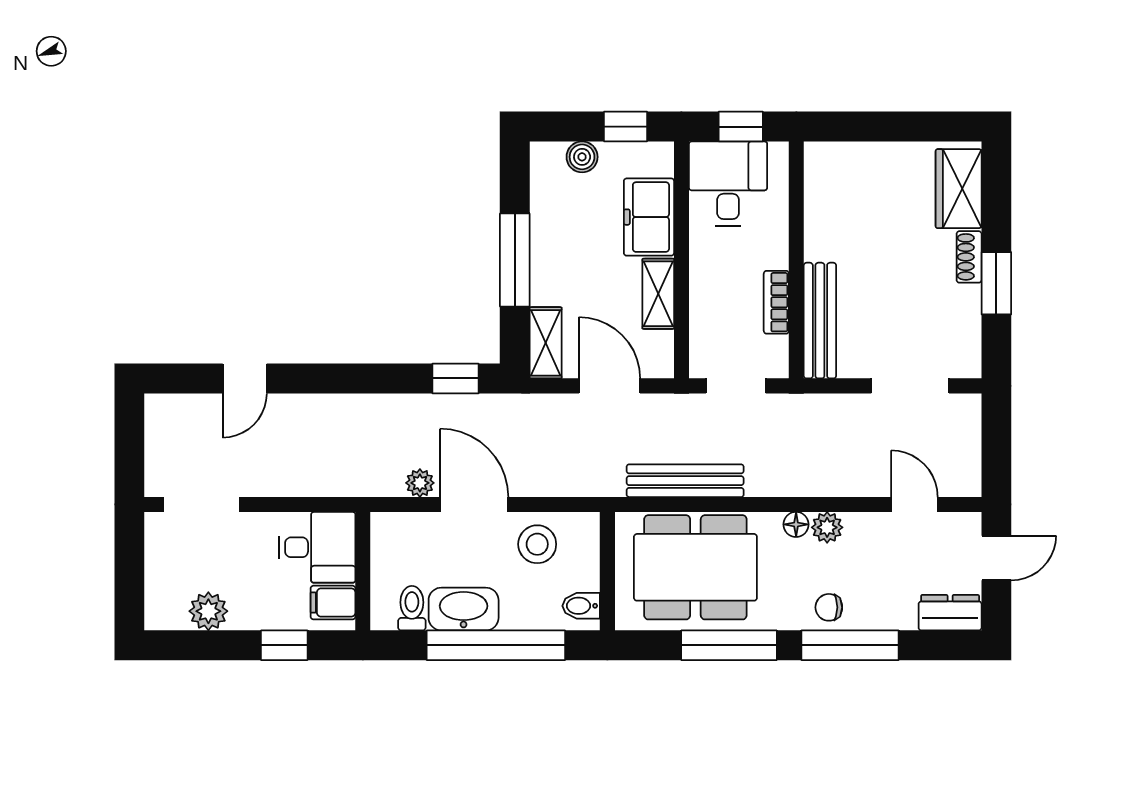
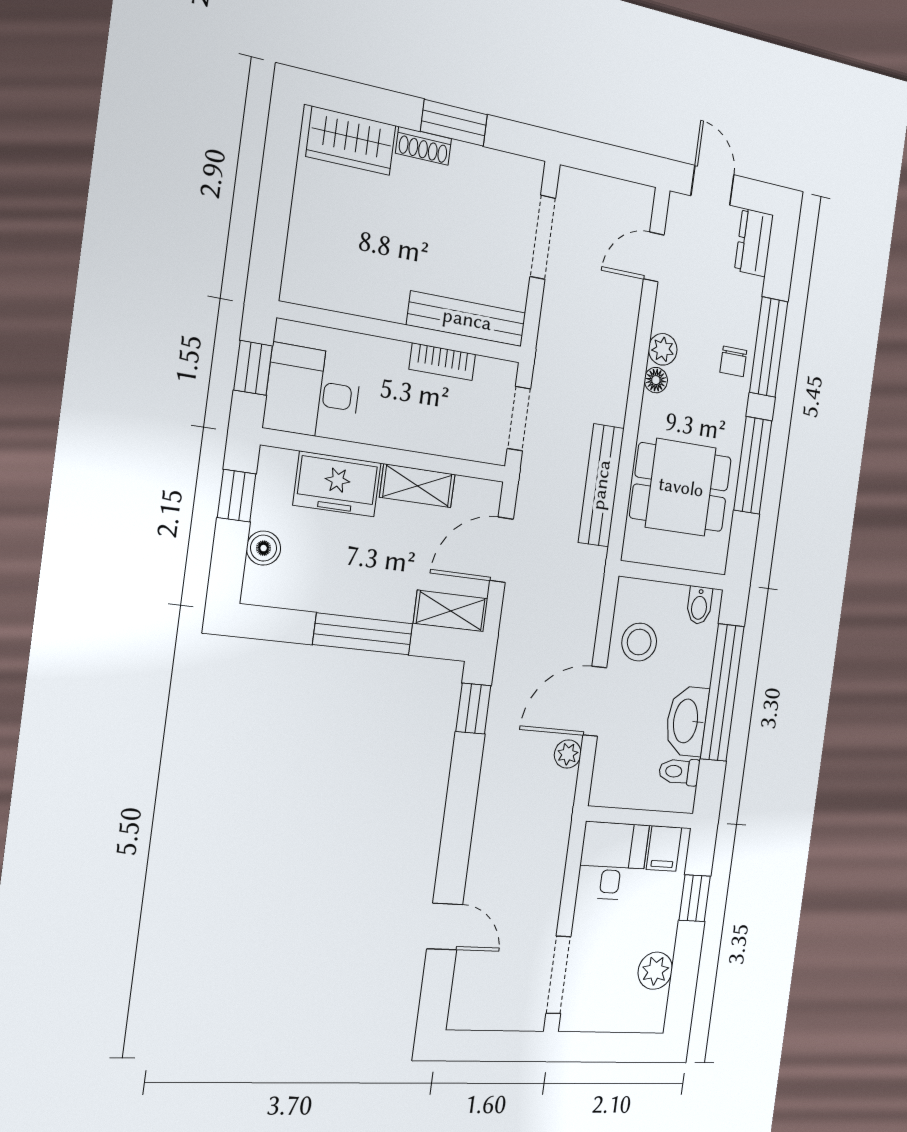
dining table: (695, 567) -> (681, 487), width x0.73

